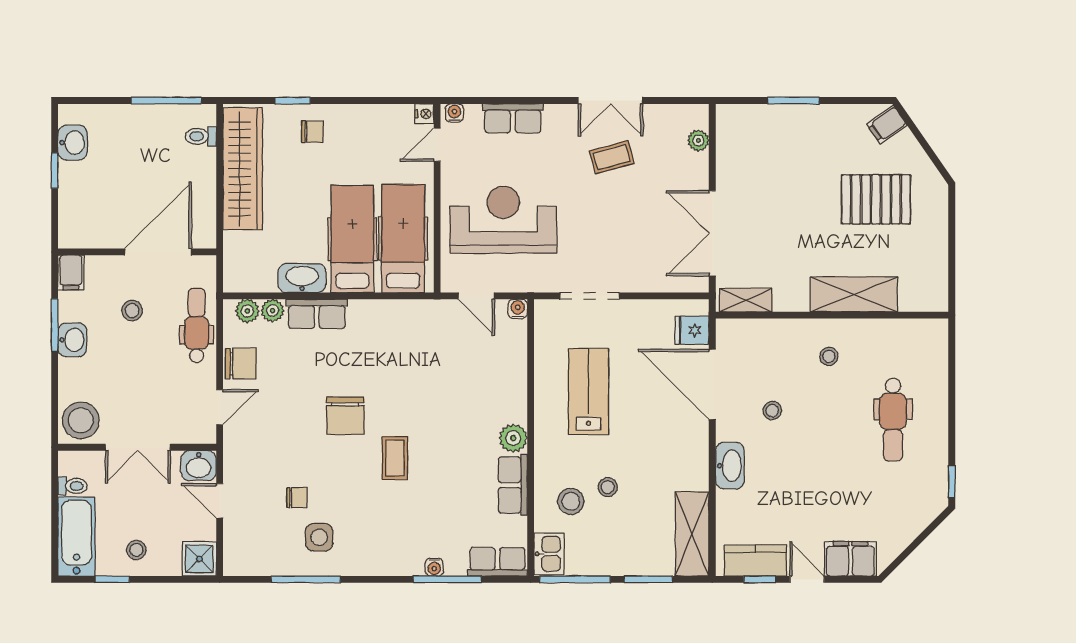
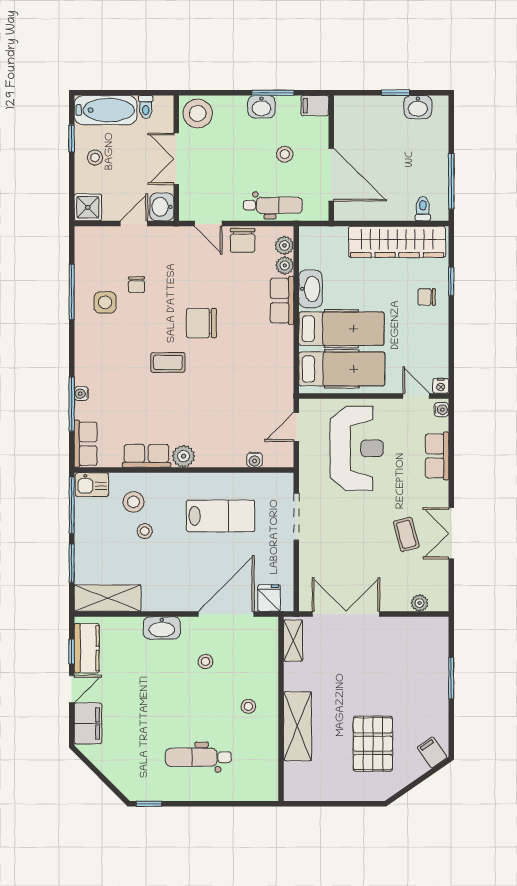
chair: (312, 131) -> (427, 297), turned 90
water cooler: (518, 309) -> (255, 460), moved, turned 90

